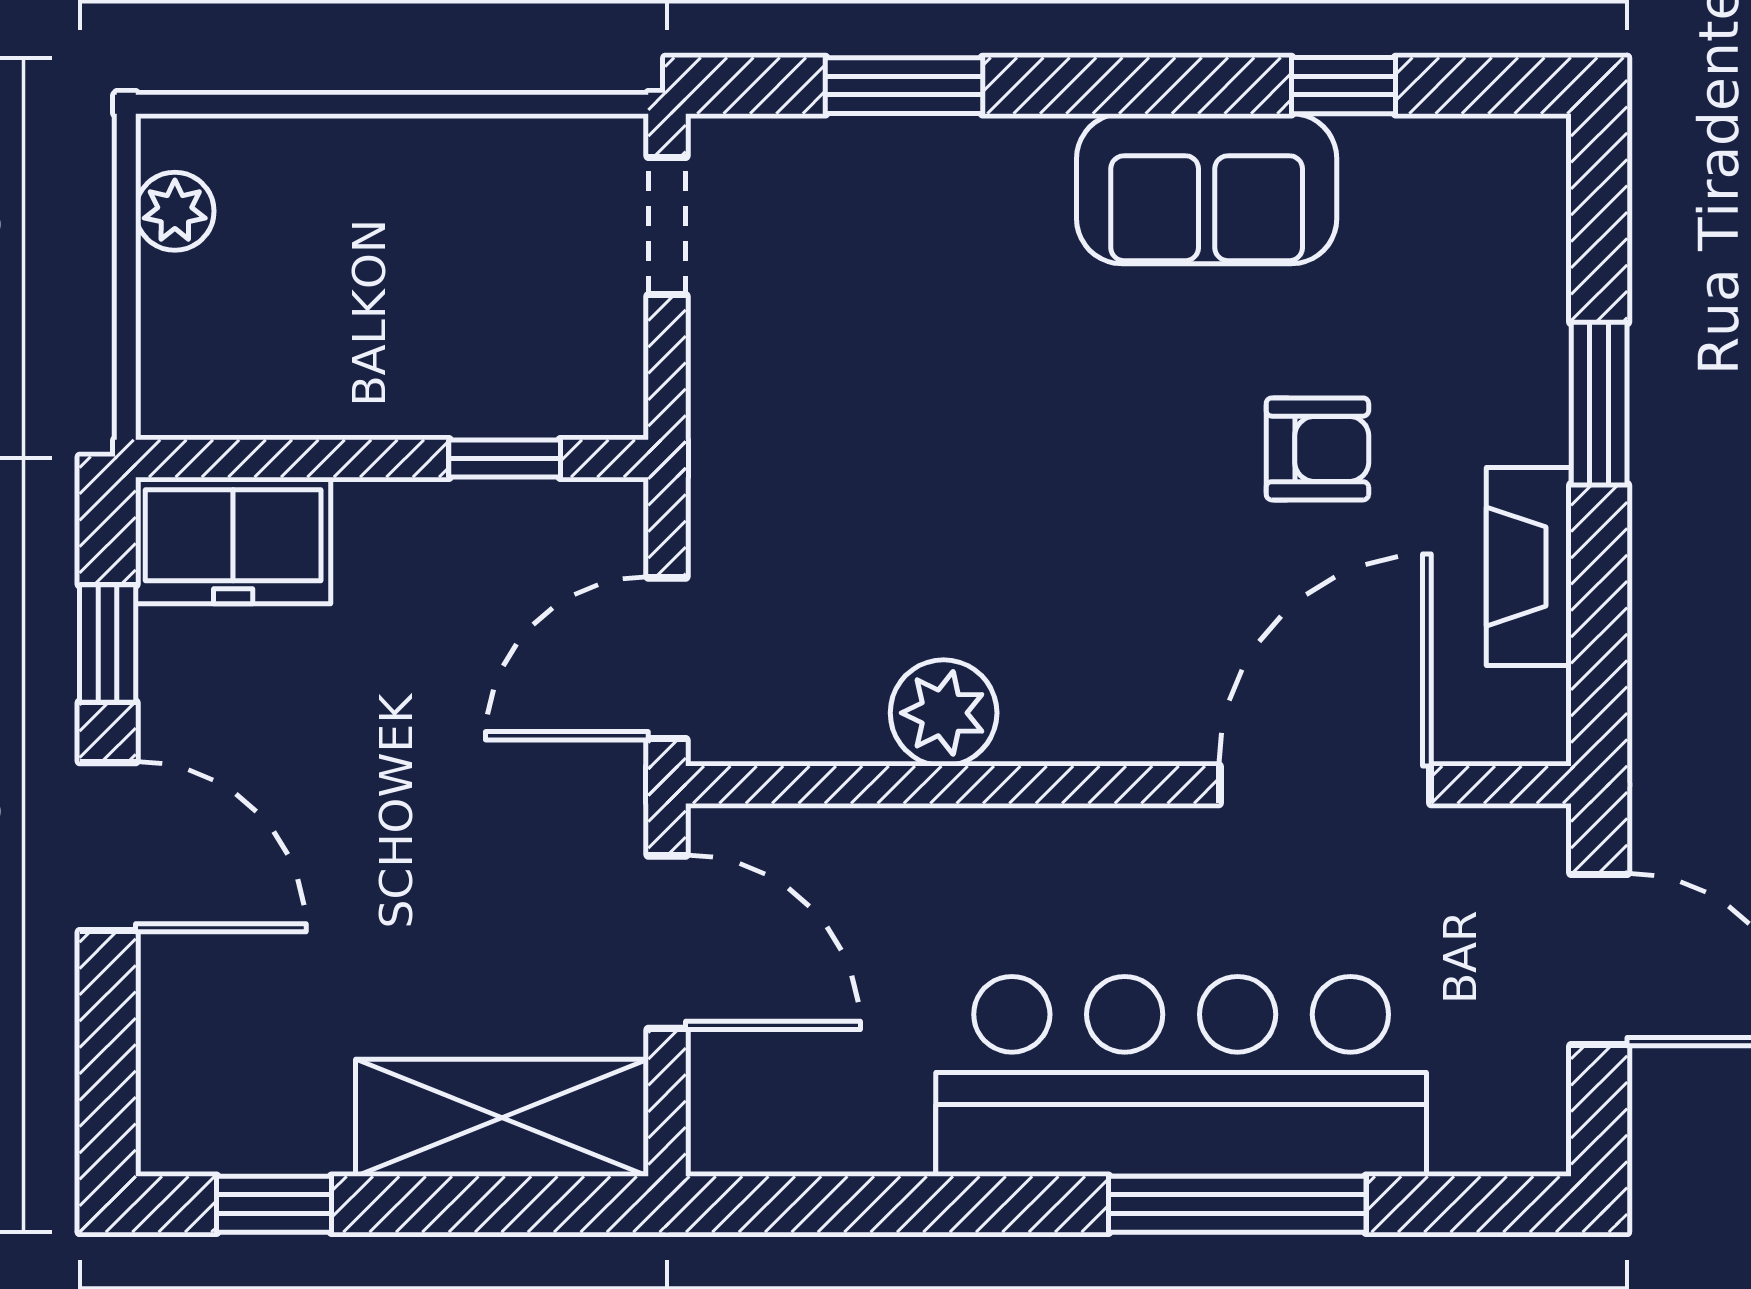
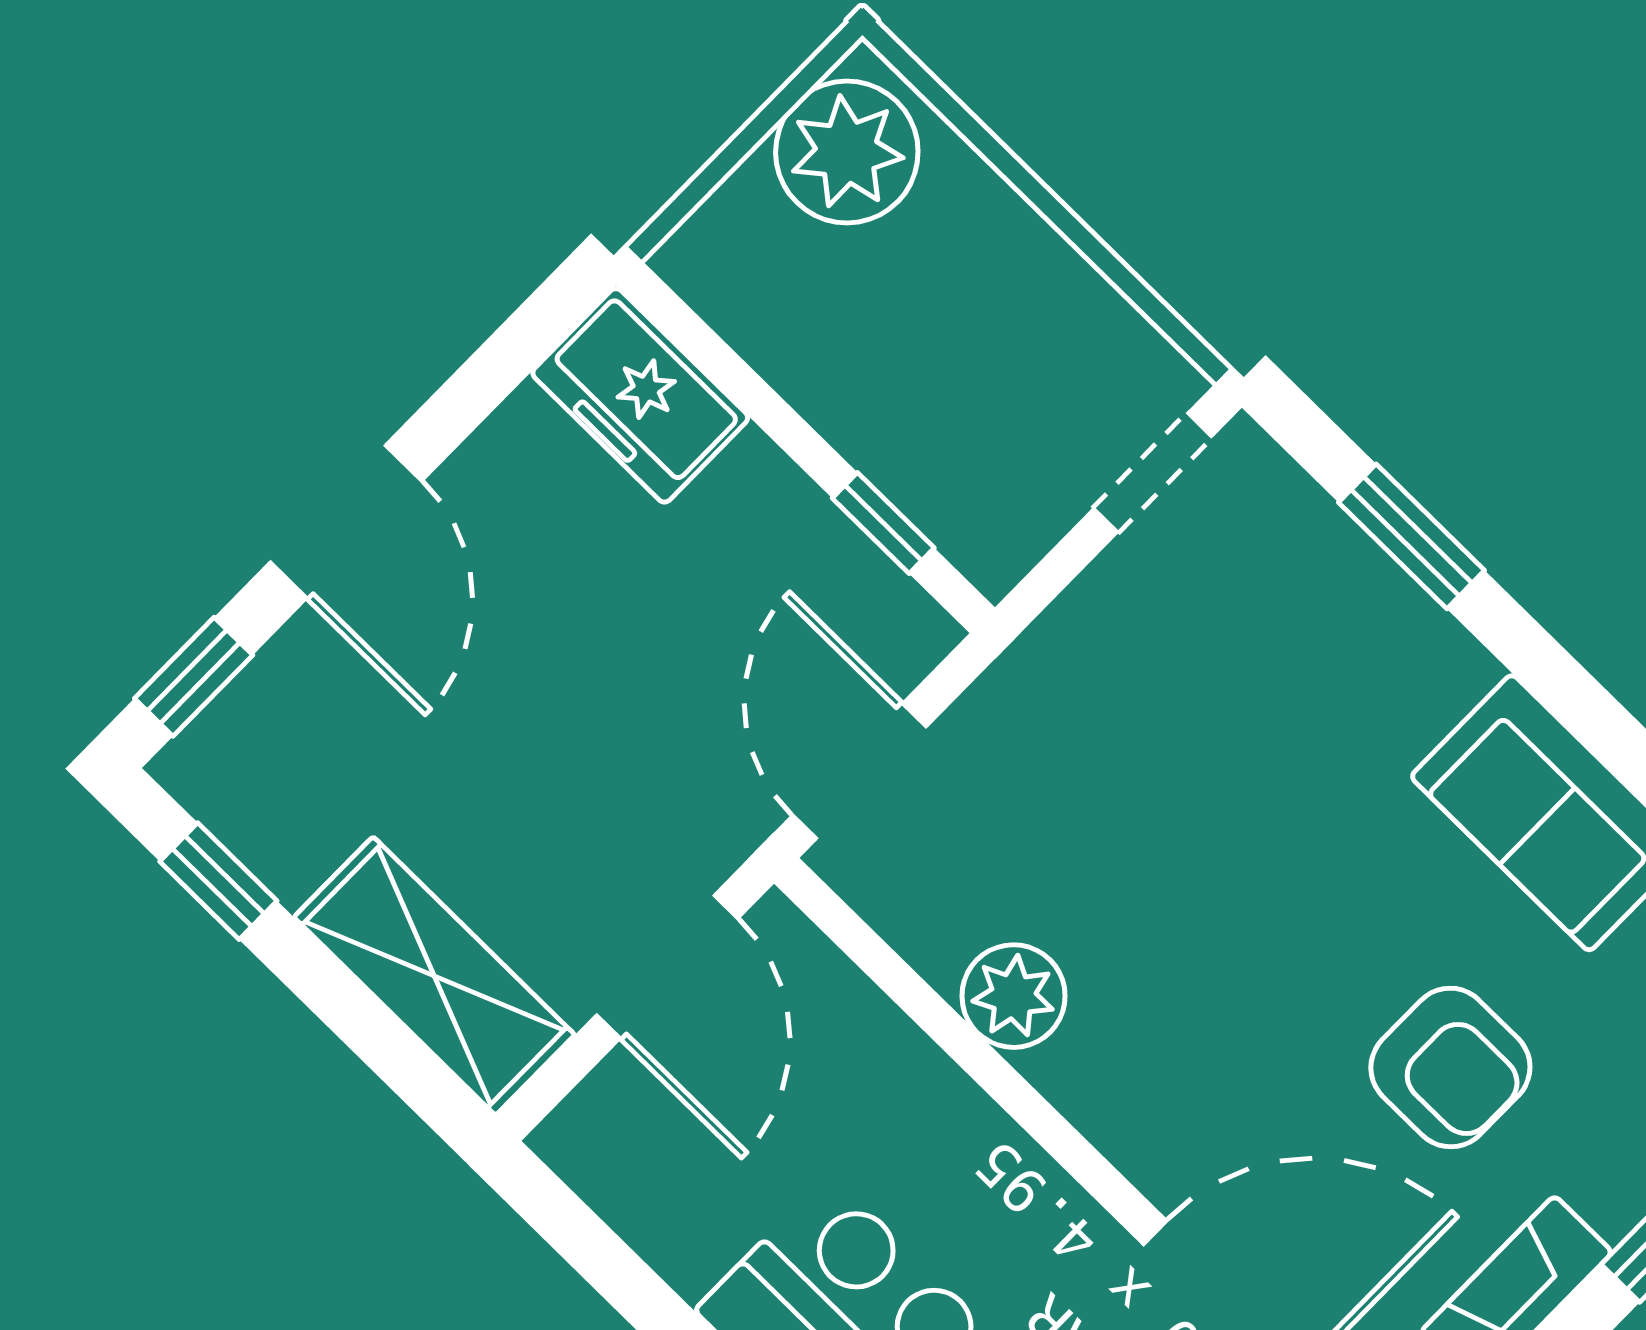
plant: (175, 211) -> (847, 152), width x1.88, depth x1.88
armchair: (1317, 449) -> (1450, 1067), width x1.38, depth x1.38
window: (108, 643) -> (194, 677), moved
door: (667, 658) -> (860, 771), hinge flipped

